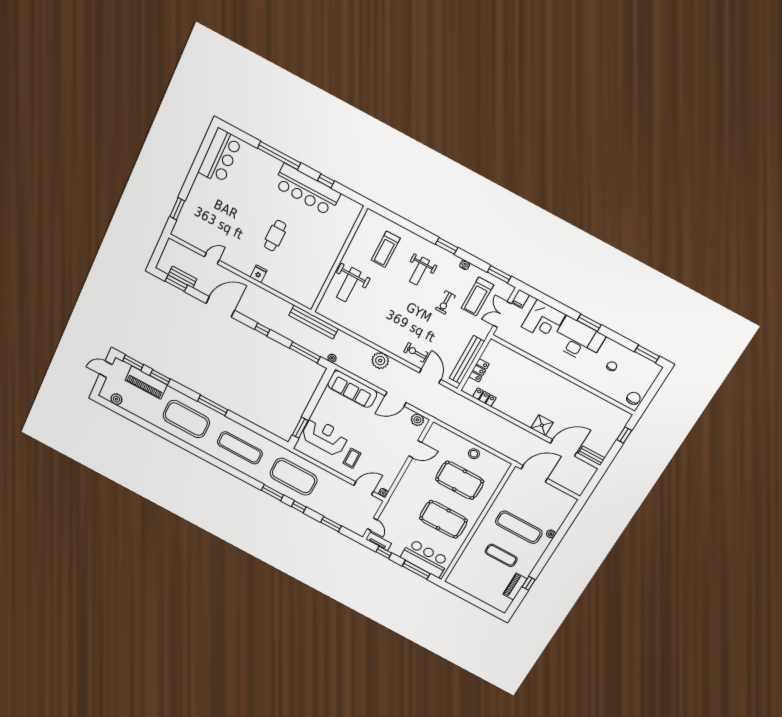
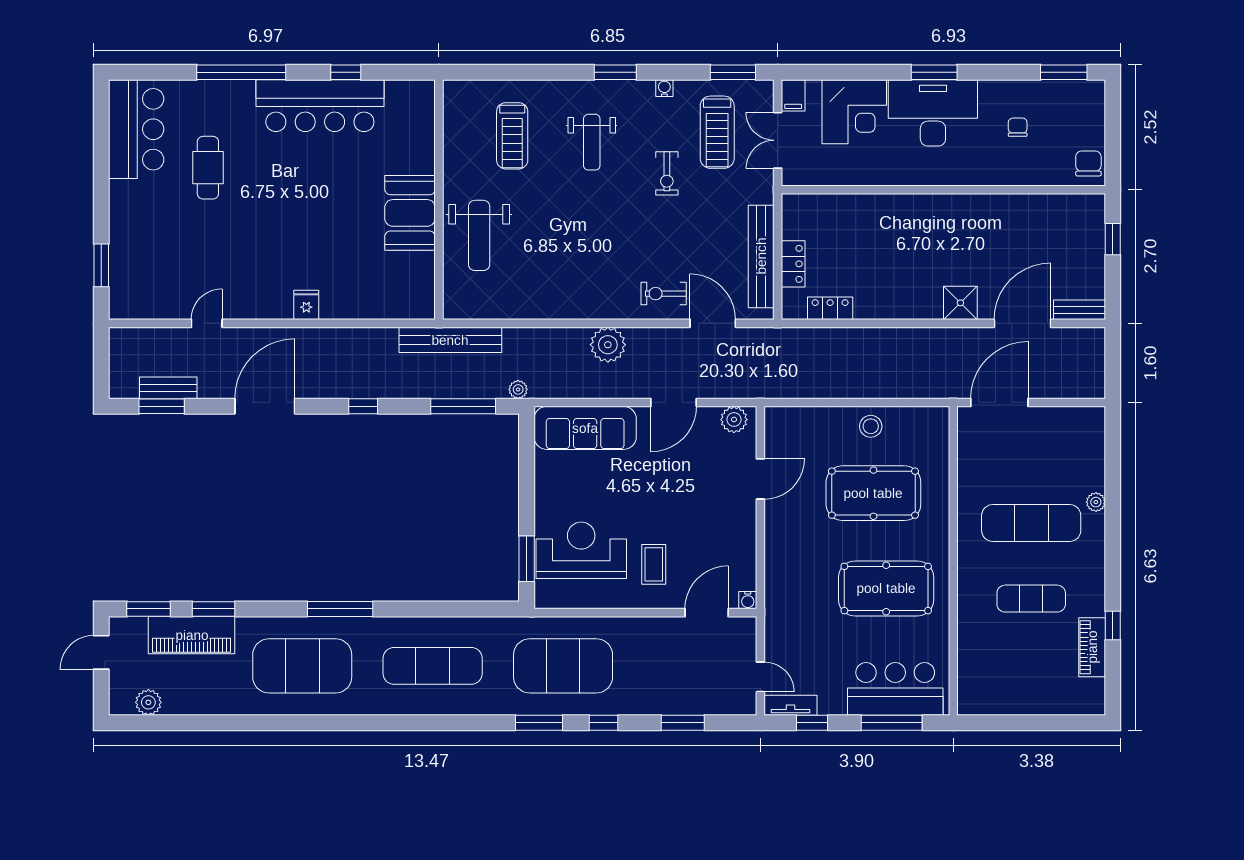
cafe table: (275, 236) -> (208, 168), moved
booth: (323, 259) -> (410, 213), added

